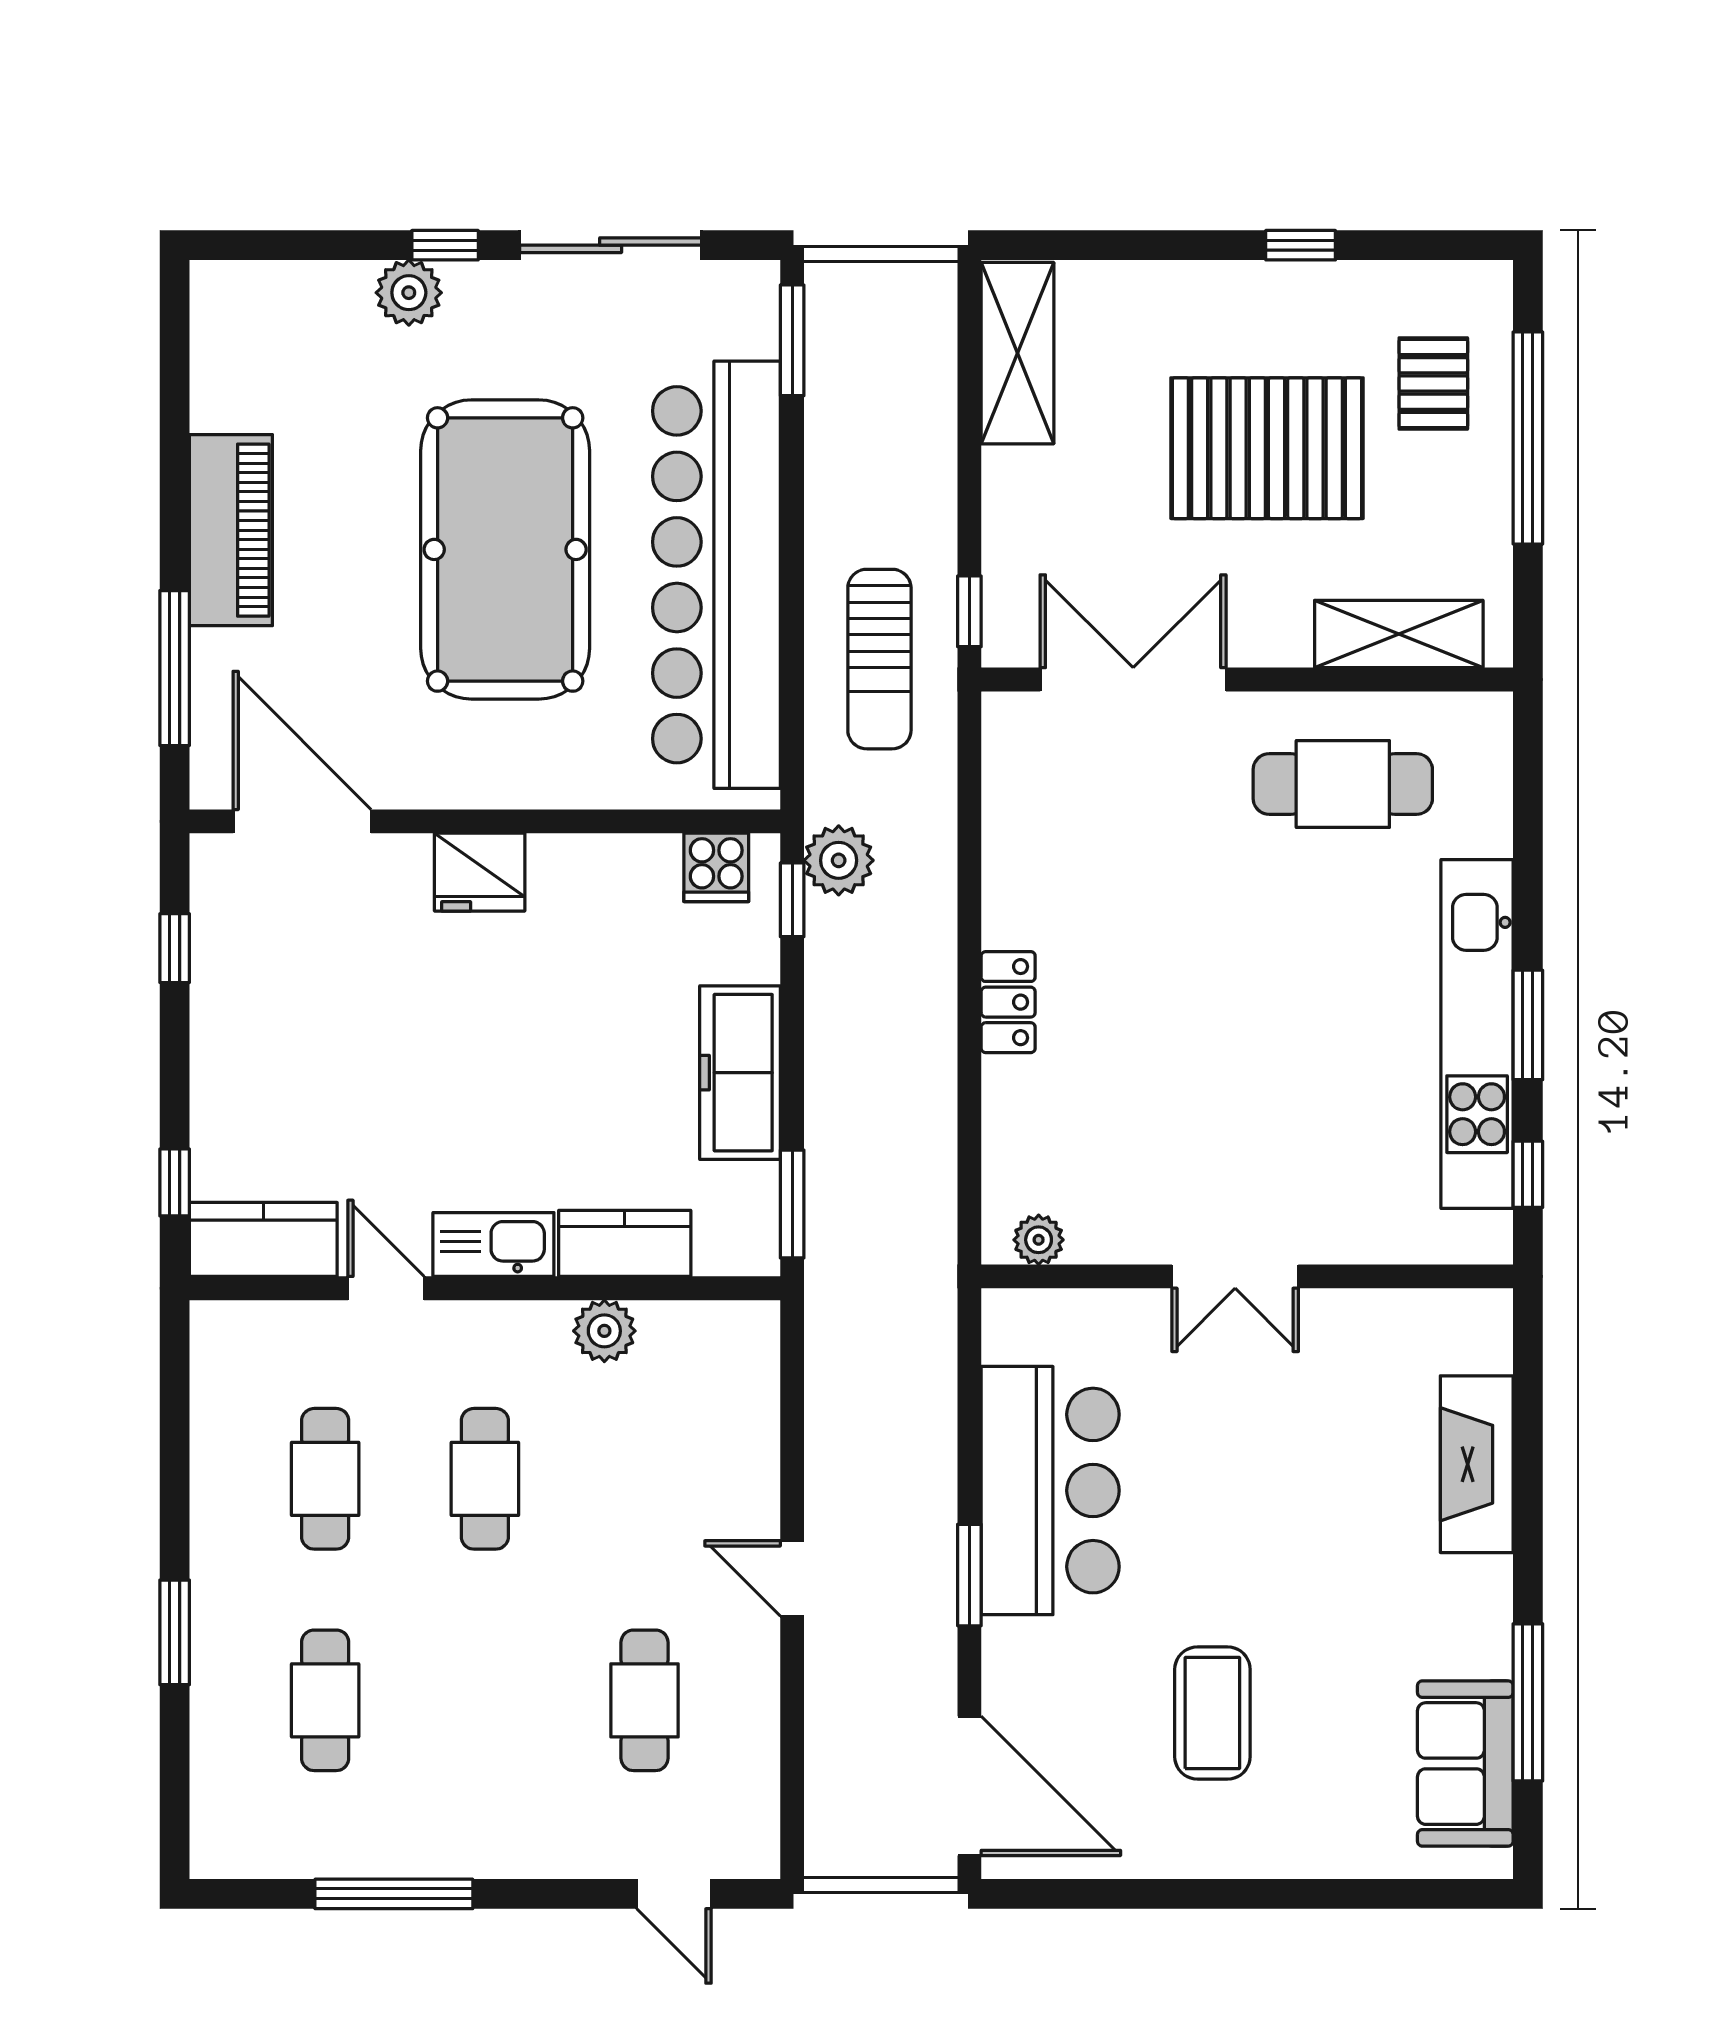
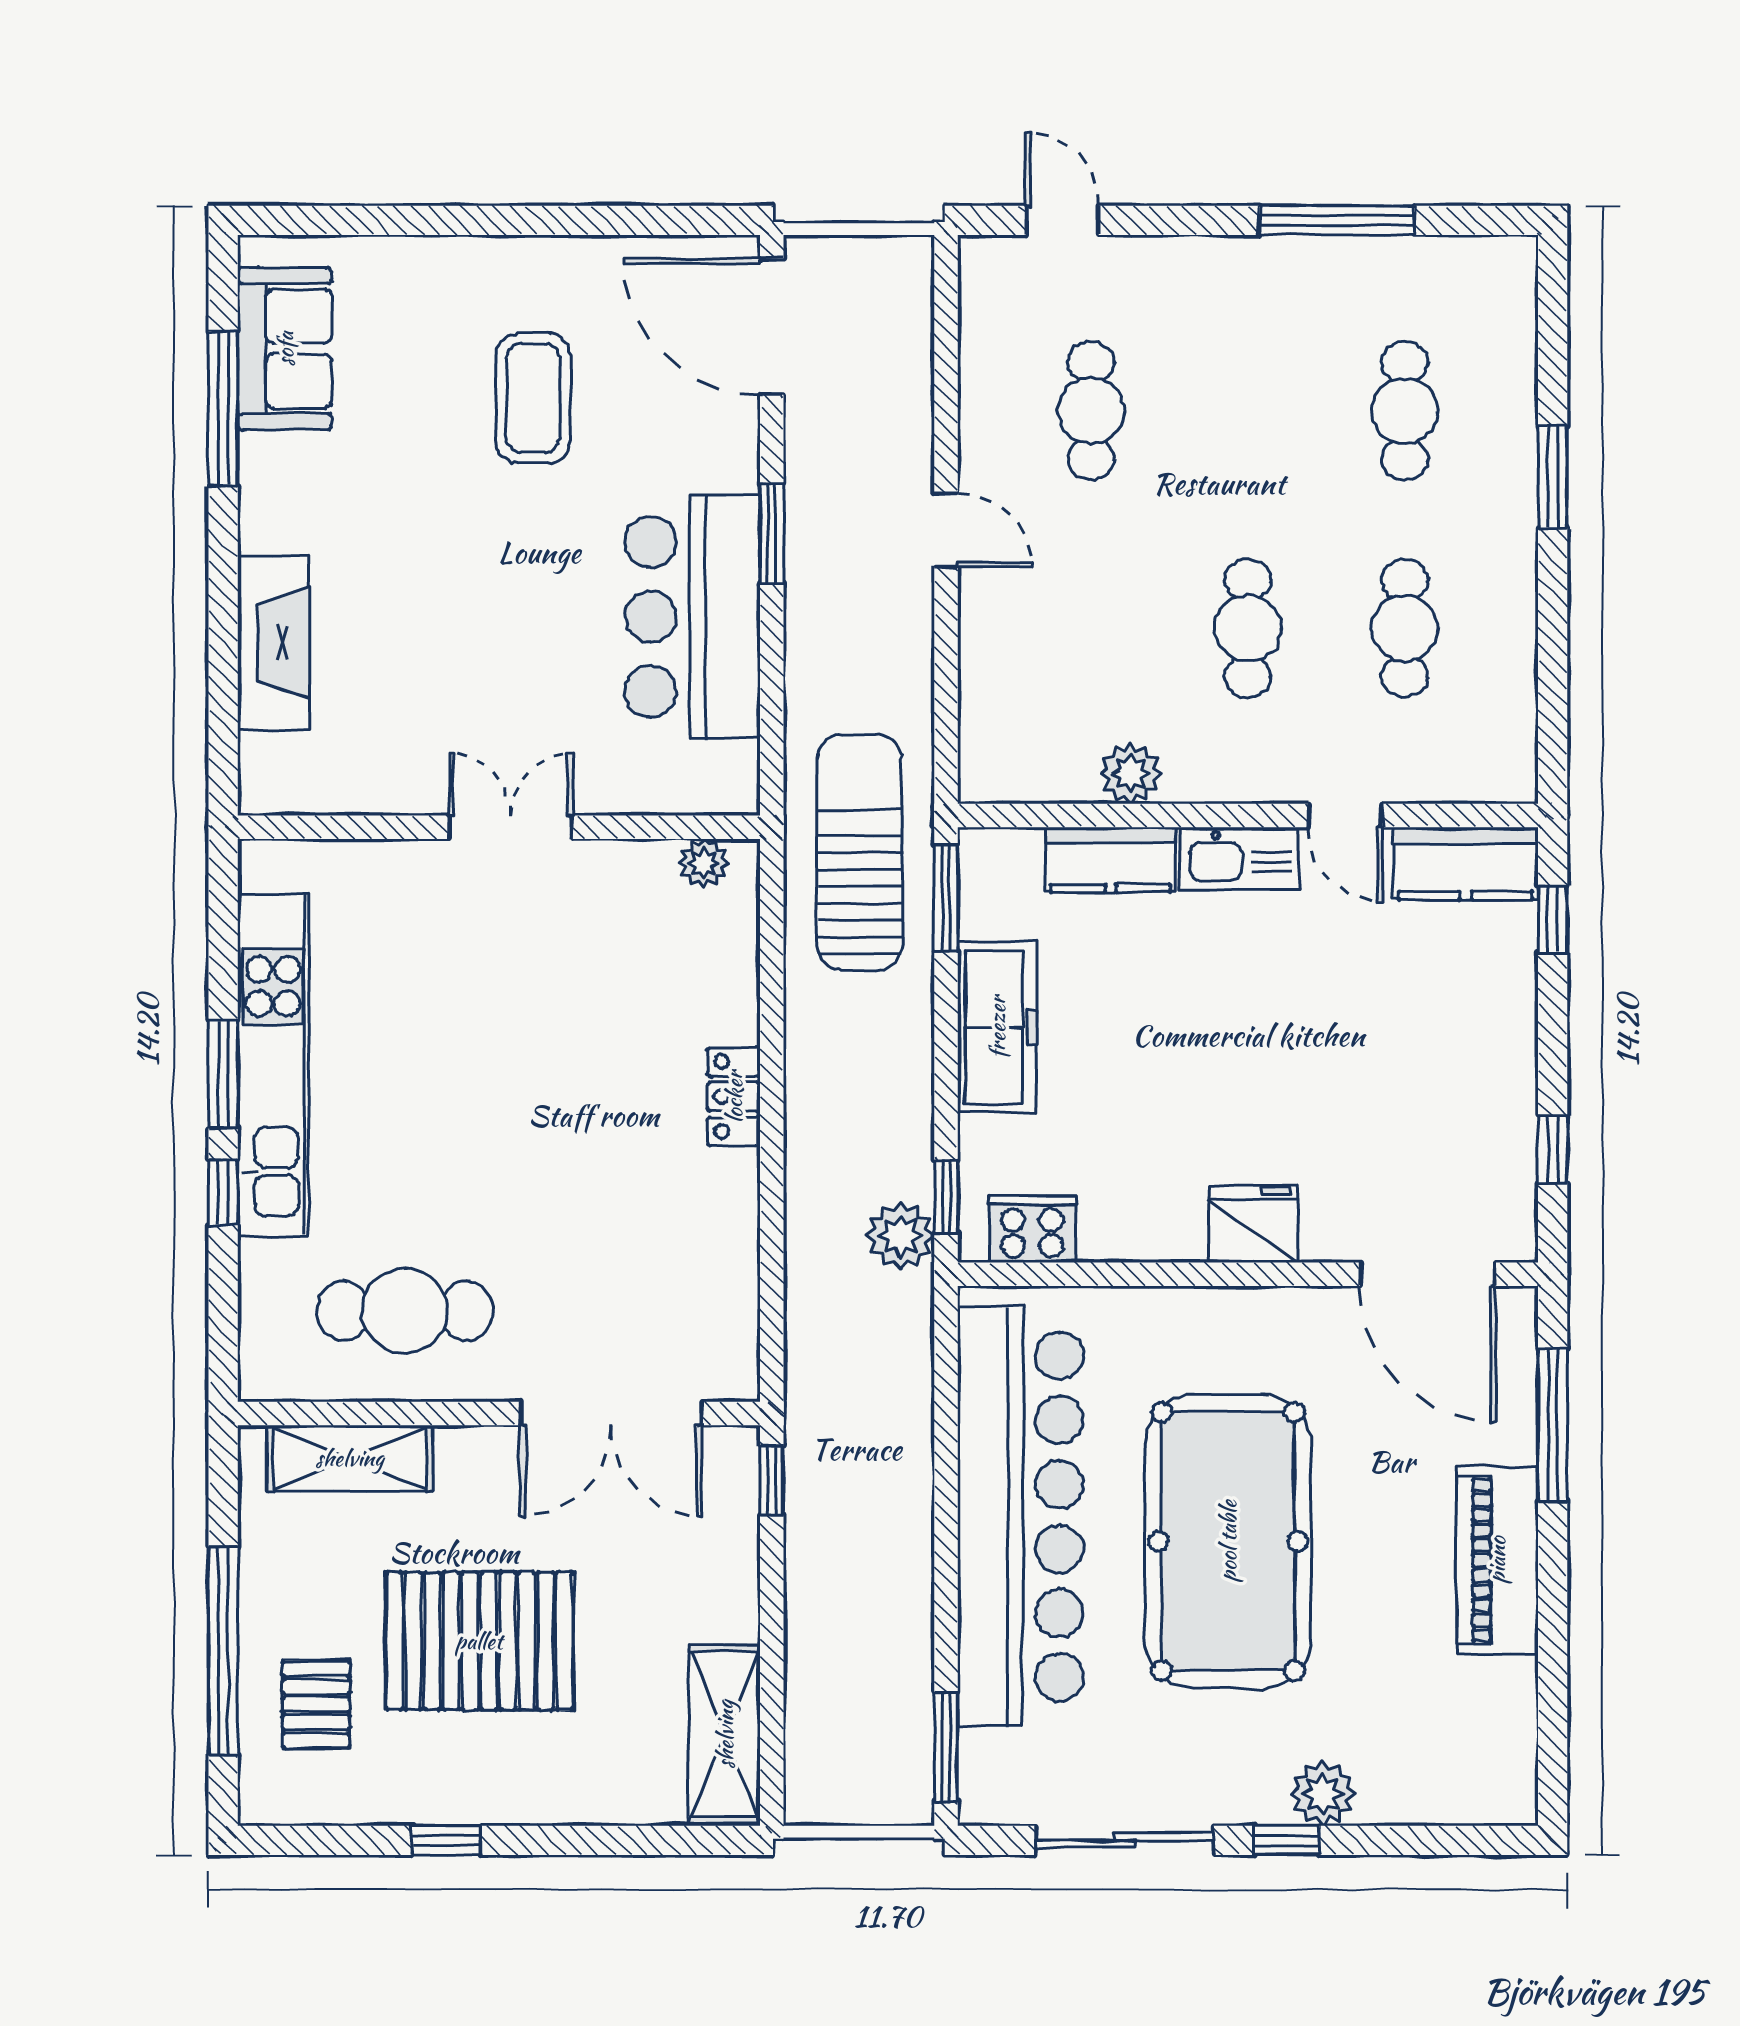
sun lounger: (879, 659) -> (860, 852), moved, width x1.36, depth x1.34
cooker: (716, 867) -> (1032, 1229), width x1.36
window: (1528, 1174) -> (223, 1192), moved

